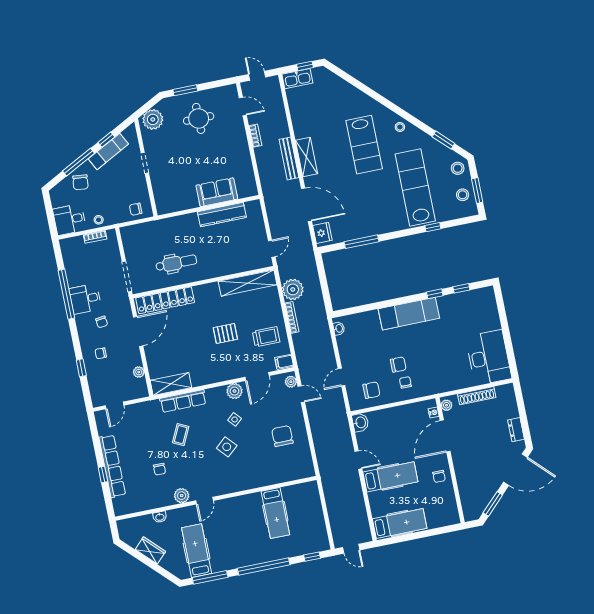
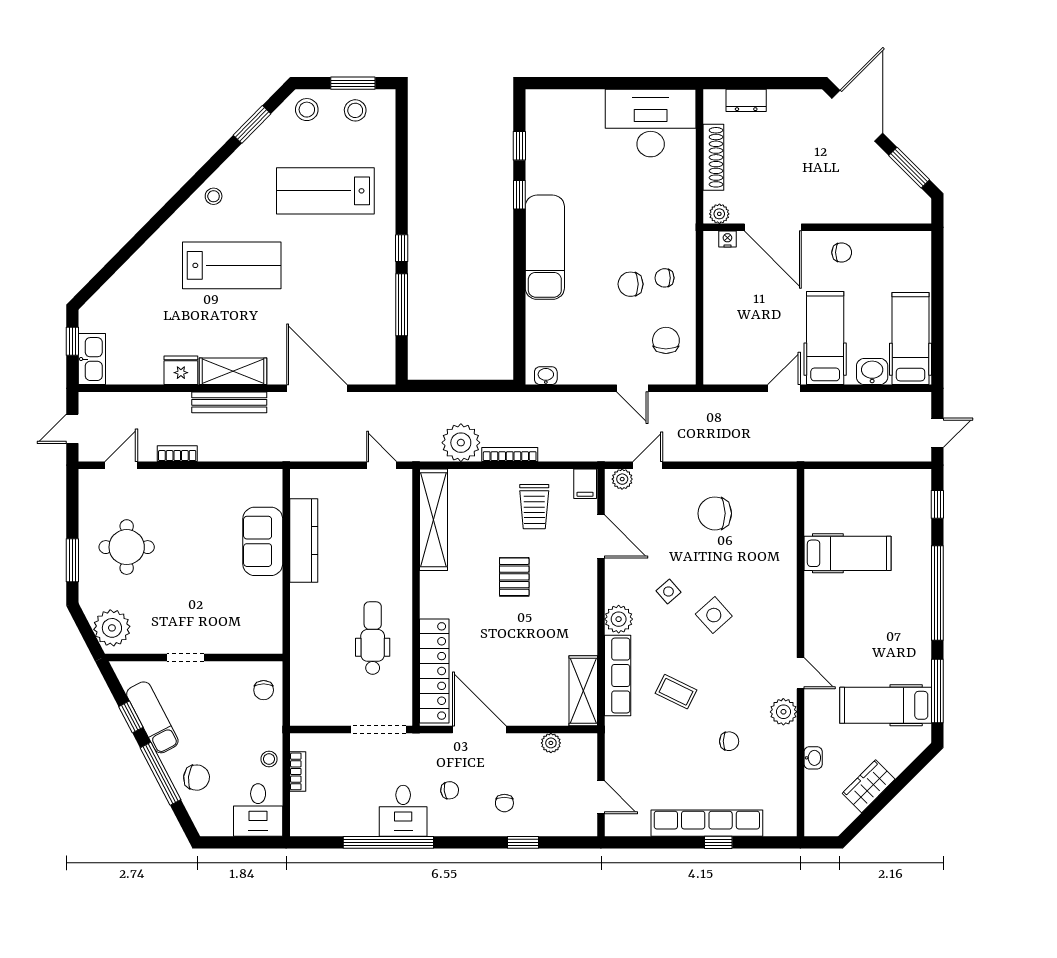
lab bench: (415, 187) -> (325, 191), width x0.73
door: (306, 205) -> (317, 388), hinge flipped
window: (433, 227) -> (402, 248), moved
fridge: (322, 233) -> (181, 370), moved
trolley: (266, 337) -> (534, 507), turned 180
chair: (398, 365) -> (631, 284), turned -90
plant: (234, 391) -> (619, 619), moved
washbasin: (360, 422) -> (872, 372), moved
dresser: (516, 430) -> (746, 100), moved

